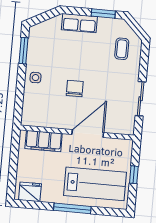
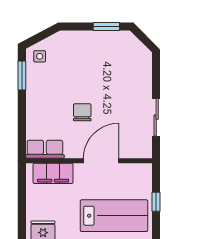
row of seats: (79, 23) -> (45, 149), moved, turned 180
coffee table: (122, 49) -> (130, 64), removed
side table: (36, 78) -> (40, 56), moved

